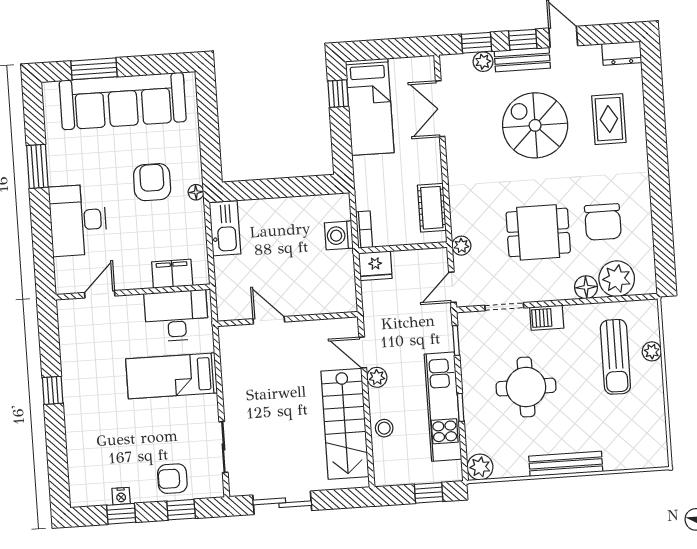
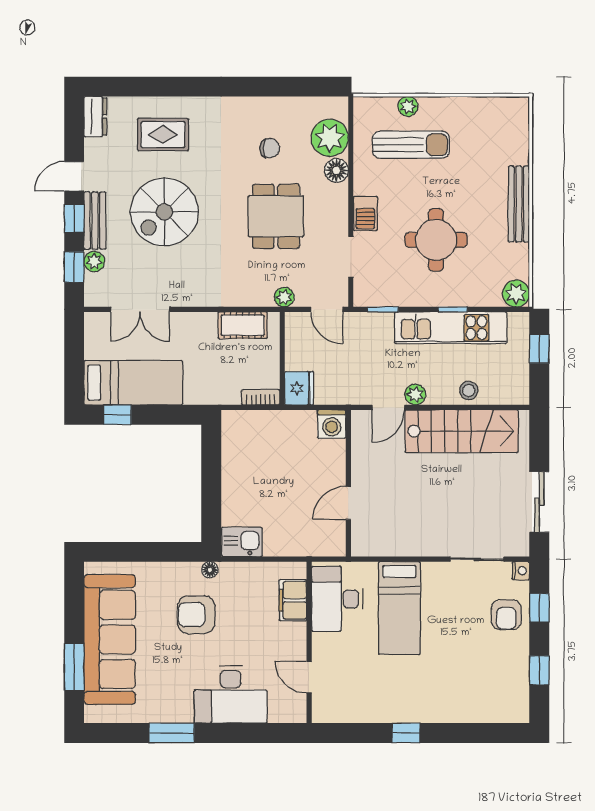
chair: (603, 222) -> (270, 148), width x0.54, depth x0.54
kitchen sink: (225, 228) -> (242, 542), width x0.73
washing machine: (339, 235) -> (332, 424), moved
nightstand: (121, 496) -> (521, 571), moved

